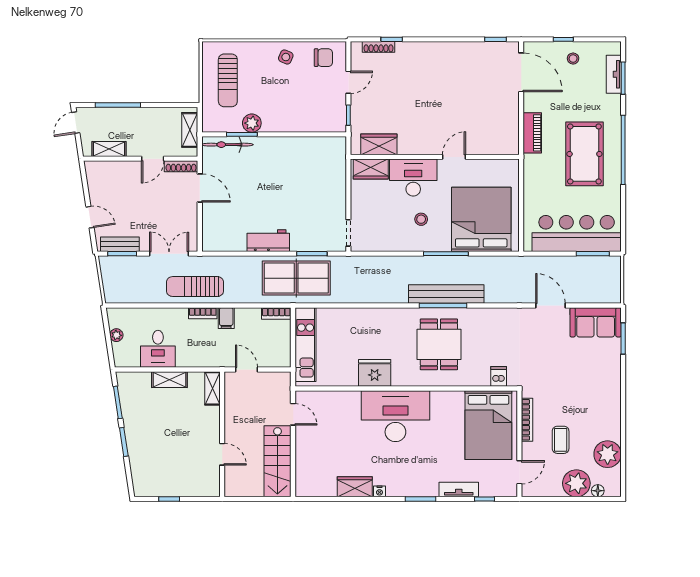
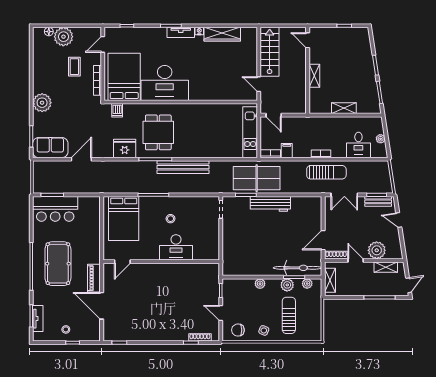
door: (521, 72) -> (102, 306), moved
sun lounger: (228, 80) -> (289, 315), moved
door: (348, 82) -> (221, 313), hinge flipped
plant: (223, 125) -> (307, 284), added
plant: (291, 125) -> (260, 284), added
wardrobe: (379, 144) -> (200, 270), removed
bicycle: (227, 145) -> (298, 268), width x1.37, depth x1.40
door: (454, 157) -> (122, 262), moved
door: (153, 159) -> (356, 260), hinge flipped
wardrobe: (371, 169) -> (205, 253), removed
plant: (122, 173) -> (377, 250), added
door: (200, 188) -> (323, 240), hinge flipped
bed: (481, 219) -> (124, 219), width x0.73
bar counter: (577, 233) -> (55, 209), width x0.73
workbench: (268, 241) -> (270, 204), width x1.37
bench: (446, 294) -> (183, 167), moved
door: (550, 305) -> (81, 159), swing flipped
filing cabinet: (226, 318) -> (287, 151), moved
desk: (158, 349) -> (358, 145), moved, turned 180
door: (246, 369) -> (274, 115), moved
fridge: (375, 373) -> (125, 148), moved, turned 180
shelving: (213, 388) -> (314, 76), moved
desk: (395, 416) -> (165, 83), moved
door: (222, 454) -> (308, 40), moved
plant: (608, 454) -> (42, 103), moved
wardrobe: (355, 487) -> (222, 34), width x1.50
tv unit: (459, 489) -> (181, 32), moved

